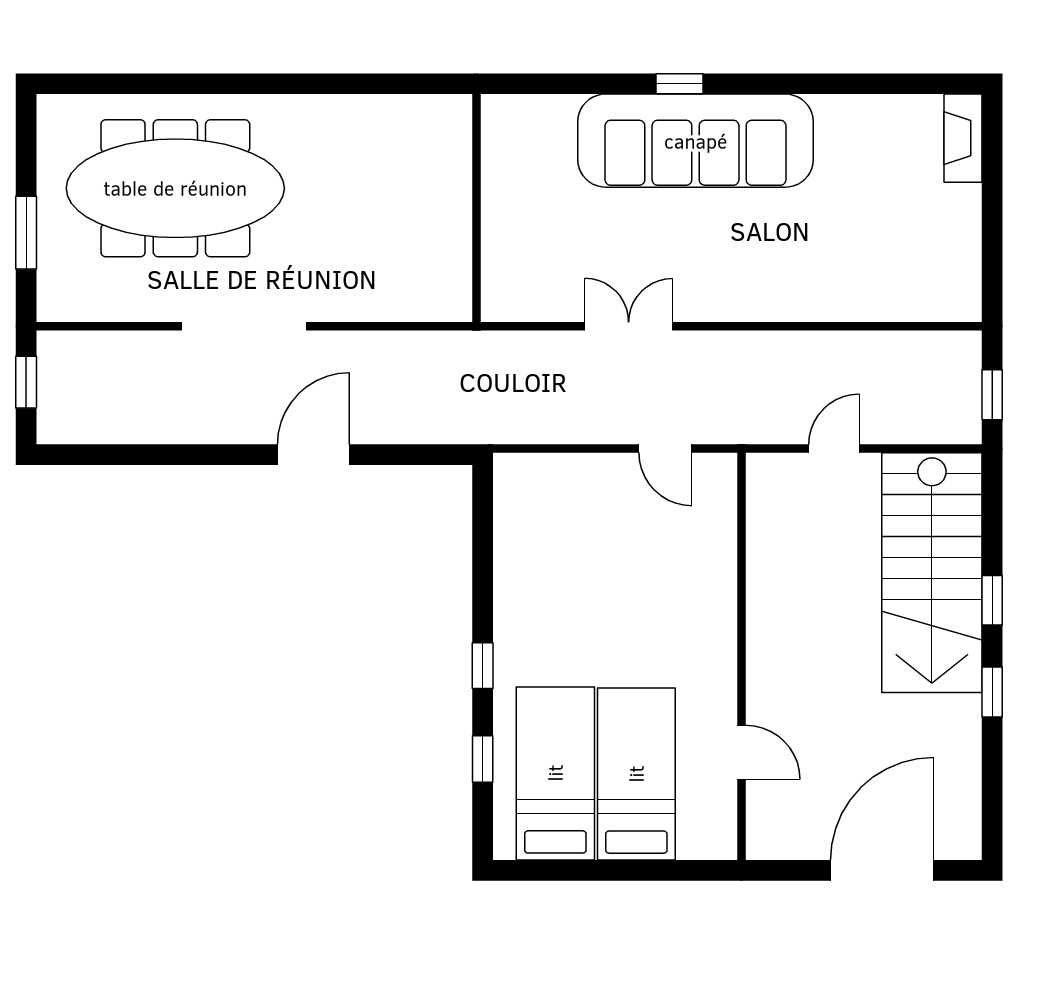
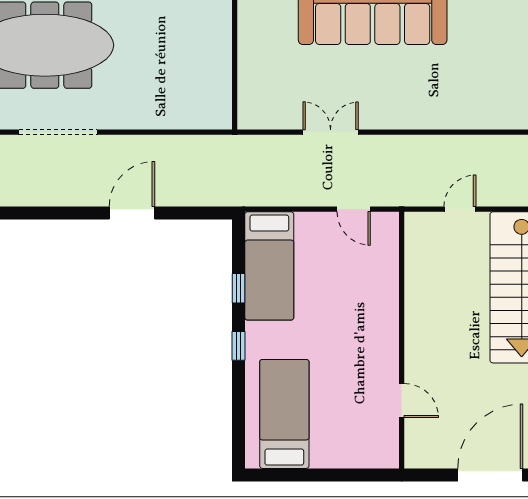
doorway: (244, 326) -> (58, 132), moved
window: (483, 759) -> (239, 288), moved
bed: (636, 774) -> (269, 266), moved, turned 180

